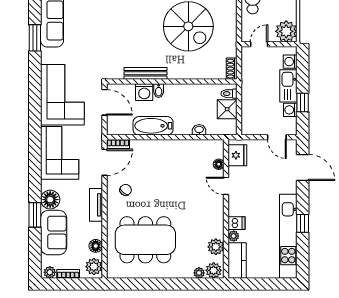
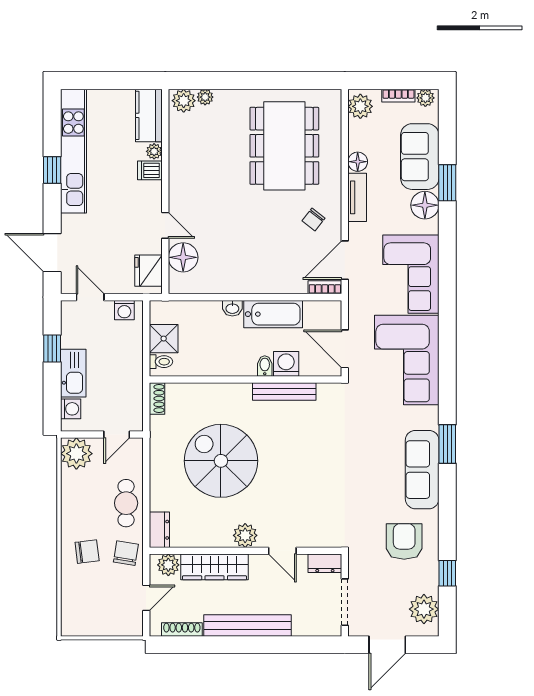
washing machine: (290, 110) -> (124, 310), moved, turned 90
washbasin: (199, 130) -> (232, 308), moved
floor lamp: (219, 164) -> (183, 257), width x1.89, depth x1.89
dining table: (145, 240) -> (284, 146), turned 90
floor lamp: (96, 246) -> (358, 162), moved
plant: (216, 247) -> (180, 136), removed

